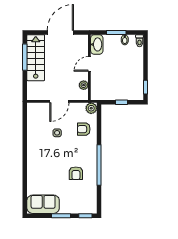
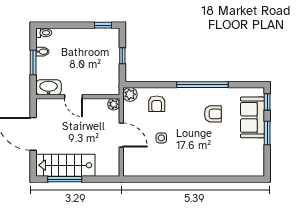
plant: (84, 85) -> (114, 104), moved
sofa: (43, 204) -> (252, 117), moved

